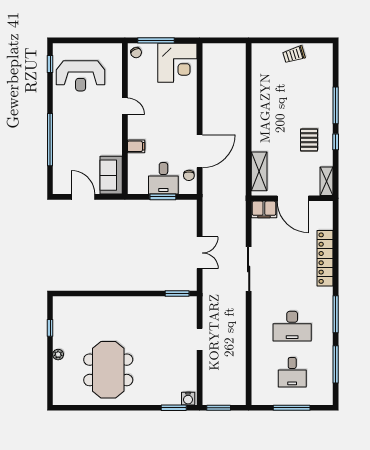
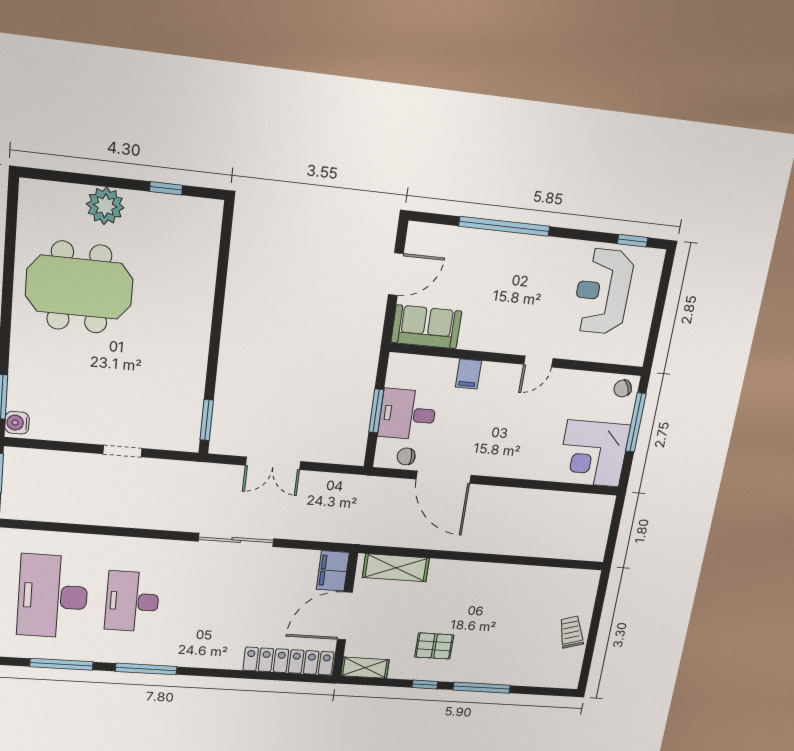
locker: (325, 258) -> (289, 661), moved
plant: (58, 355) -> (105, 206), width x1.88, depth x1.88
desk: (292, 372) -> (53, 596), width x1.87, depth x1.30

